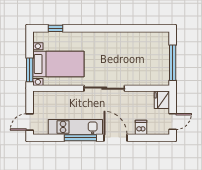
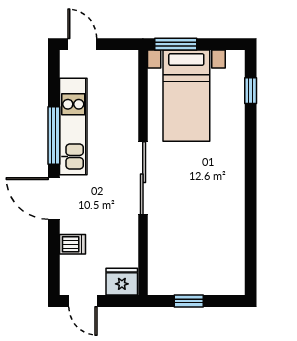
window: (173, 63) -> (189, 301), width x0.46
door: (115, 138) -> (54, 198), swing flipped

